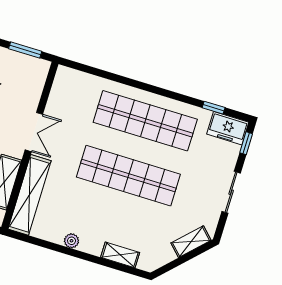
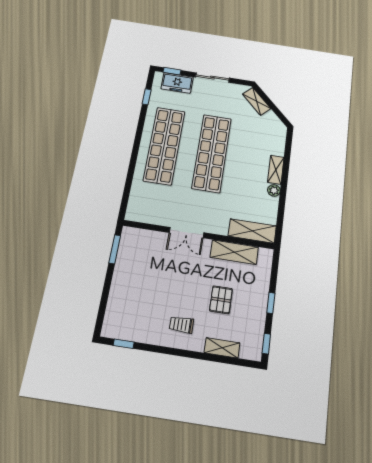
freezer: (228, 128) -> (177, 83), moved, turned 90
double door: (34, 132) -> (187, 233), swing flipped
shelving: (30, 195) -> (252, 231), width x0.68
shelving: (120, 255) -> (276, 170), moved

